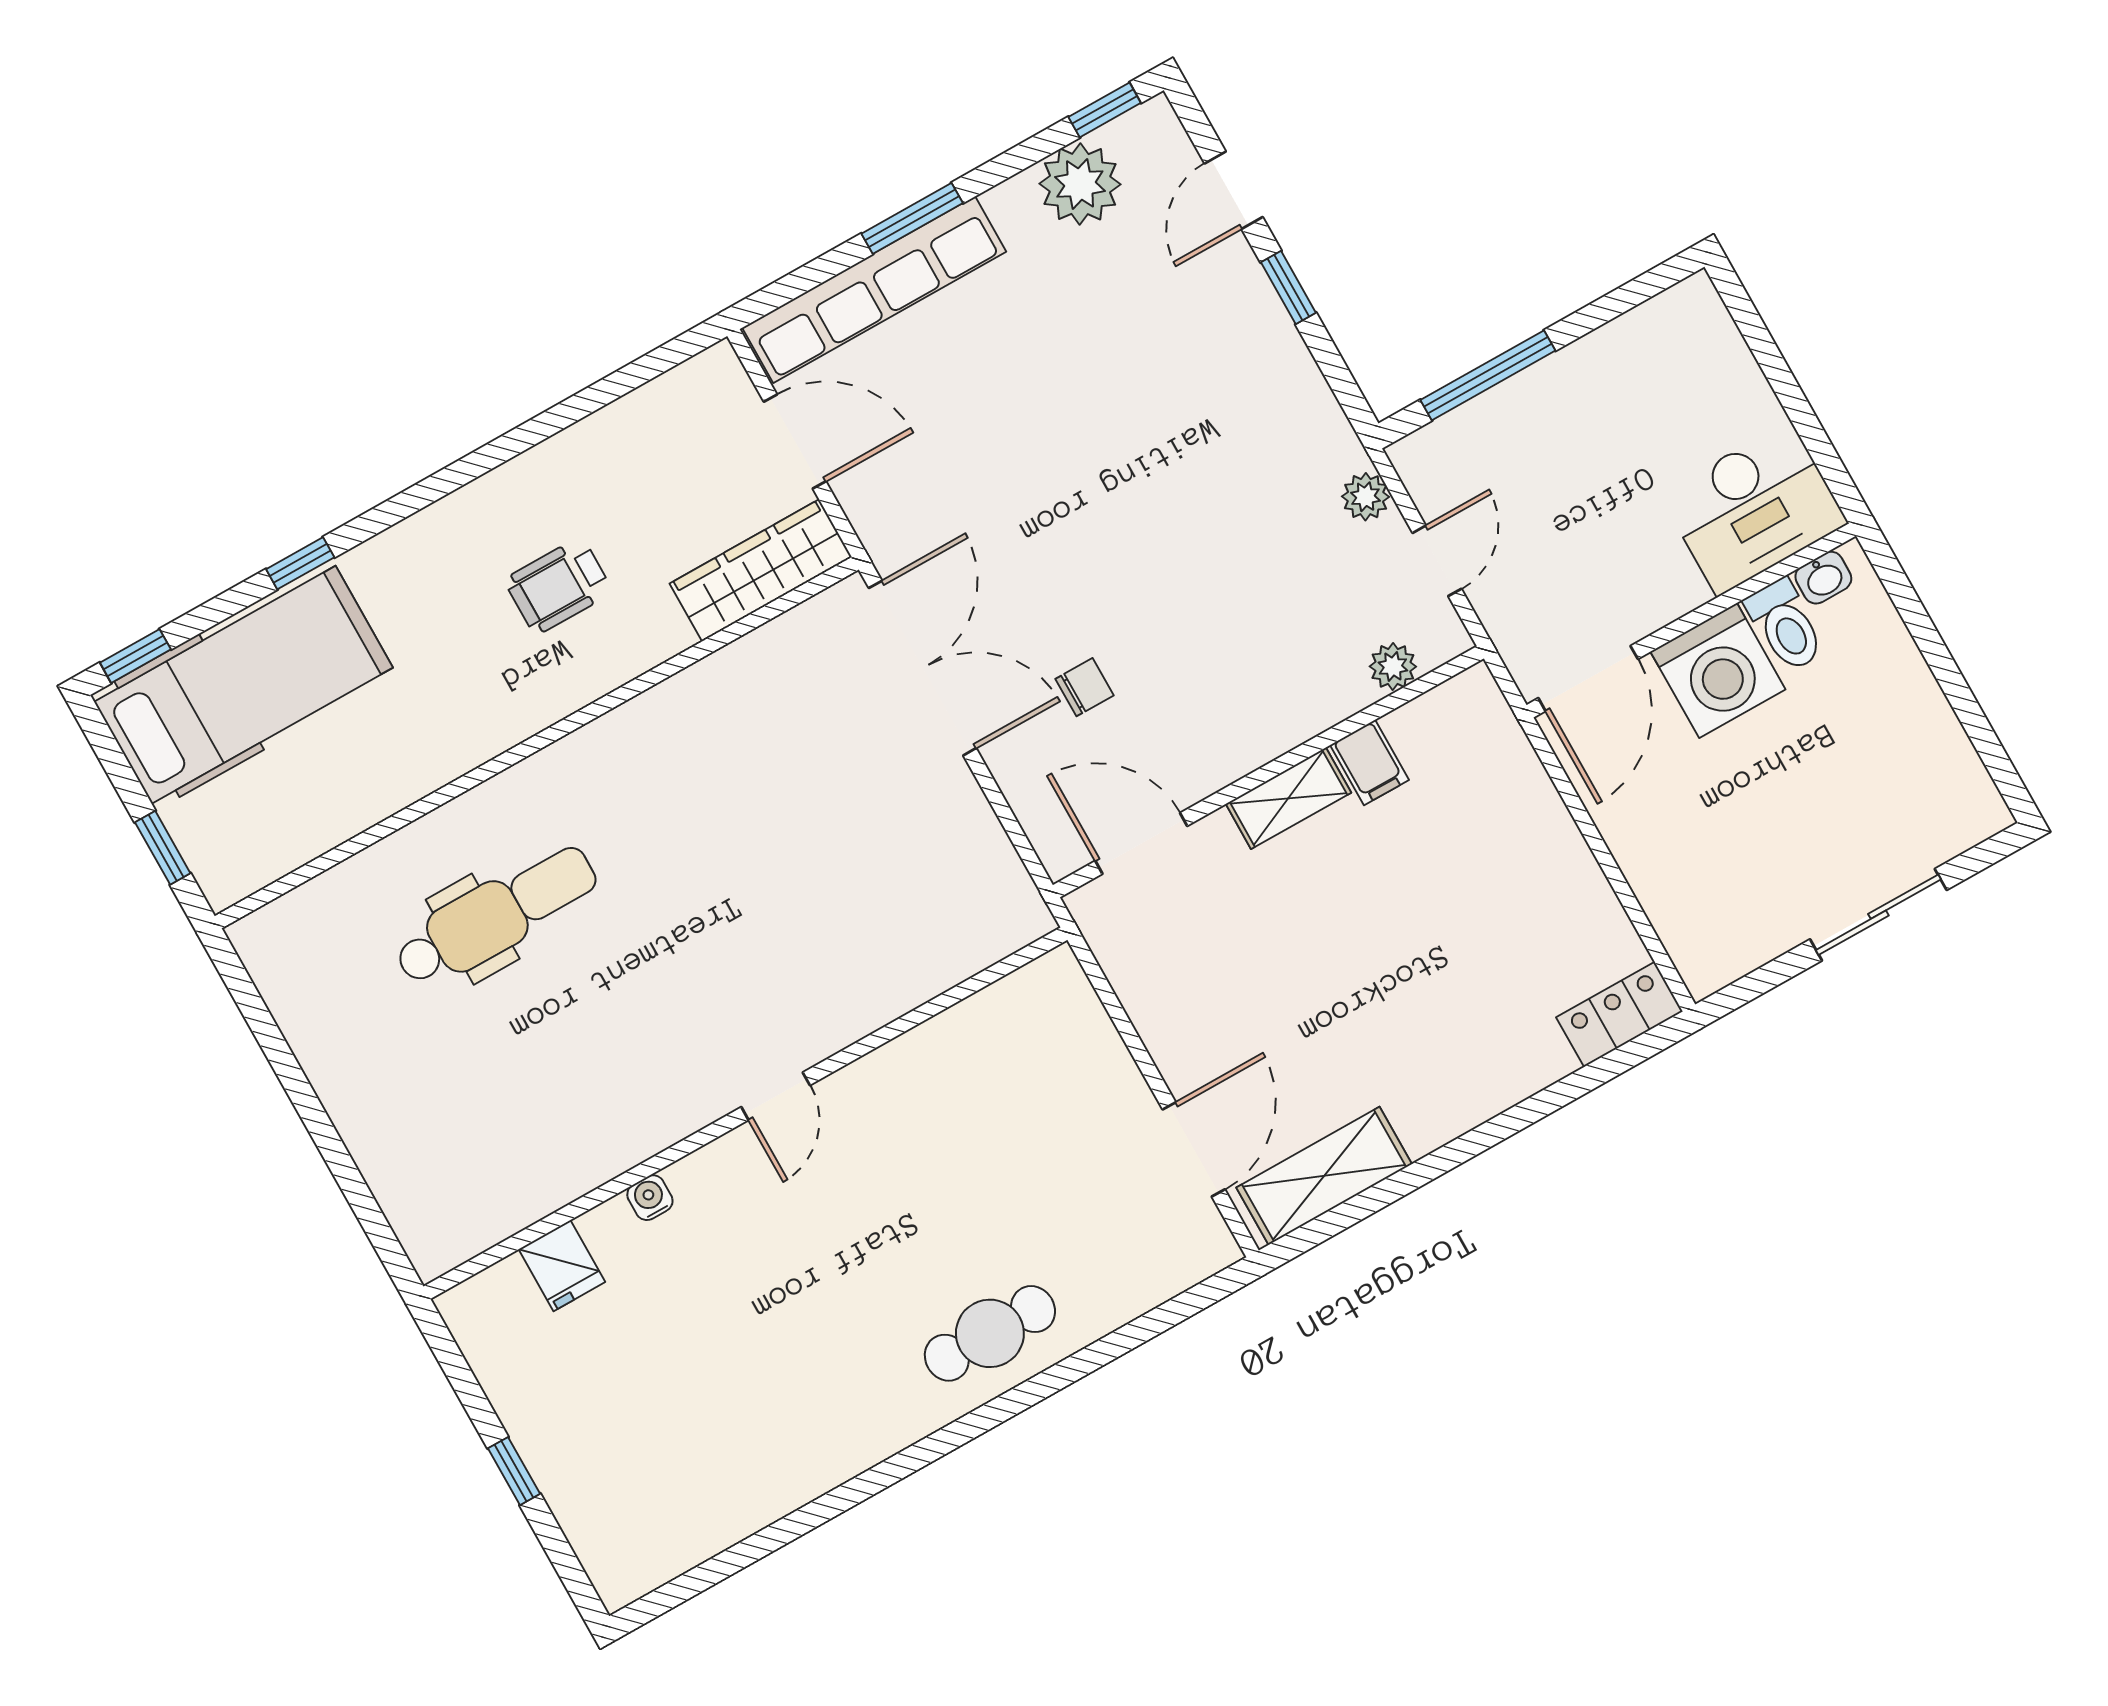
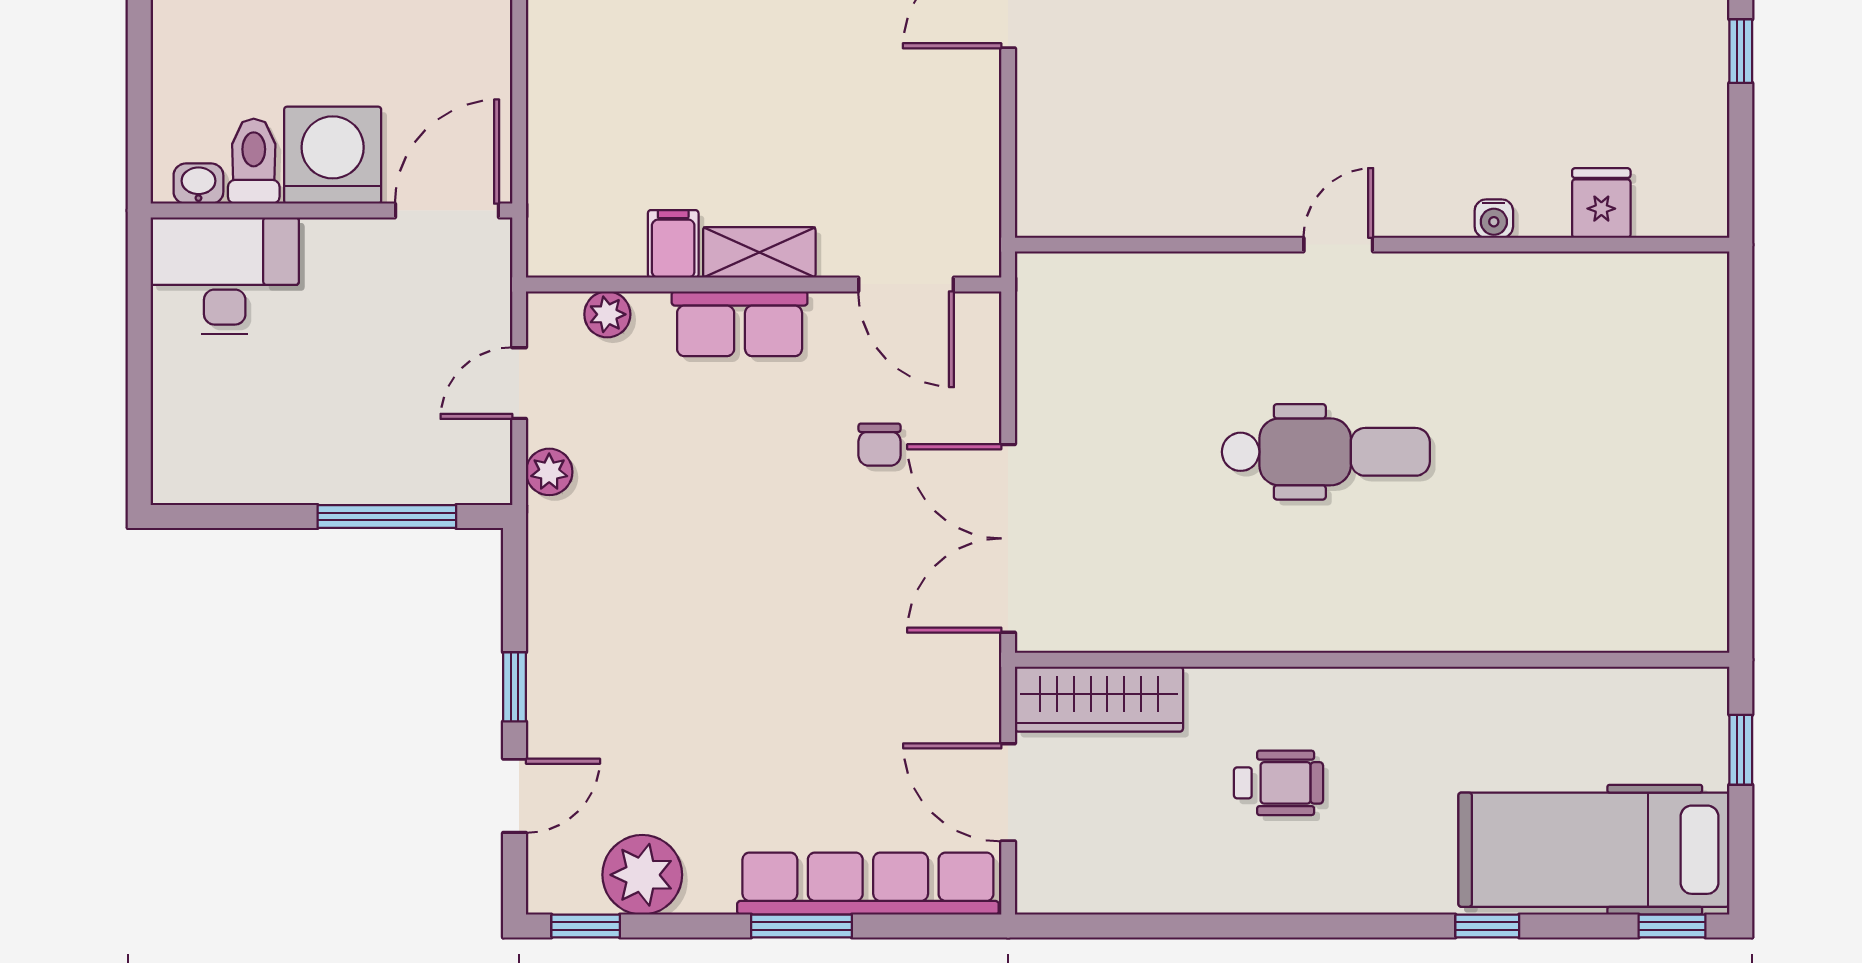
chair: (1084, 687) -> (880, 445), turned -90
row of seats: (1270, 725) -> (740, 324), added
dental chair: (496, 916) -> (1326, 452), moved, turned 180

